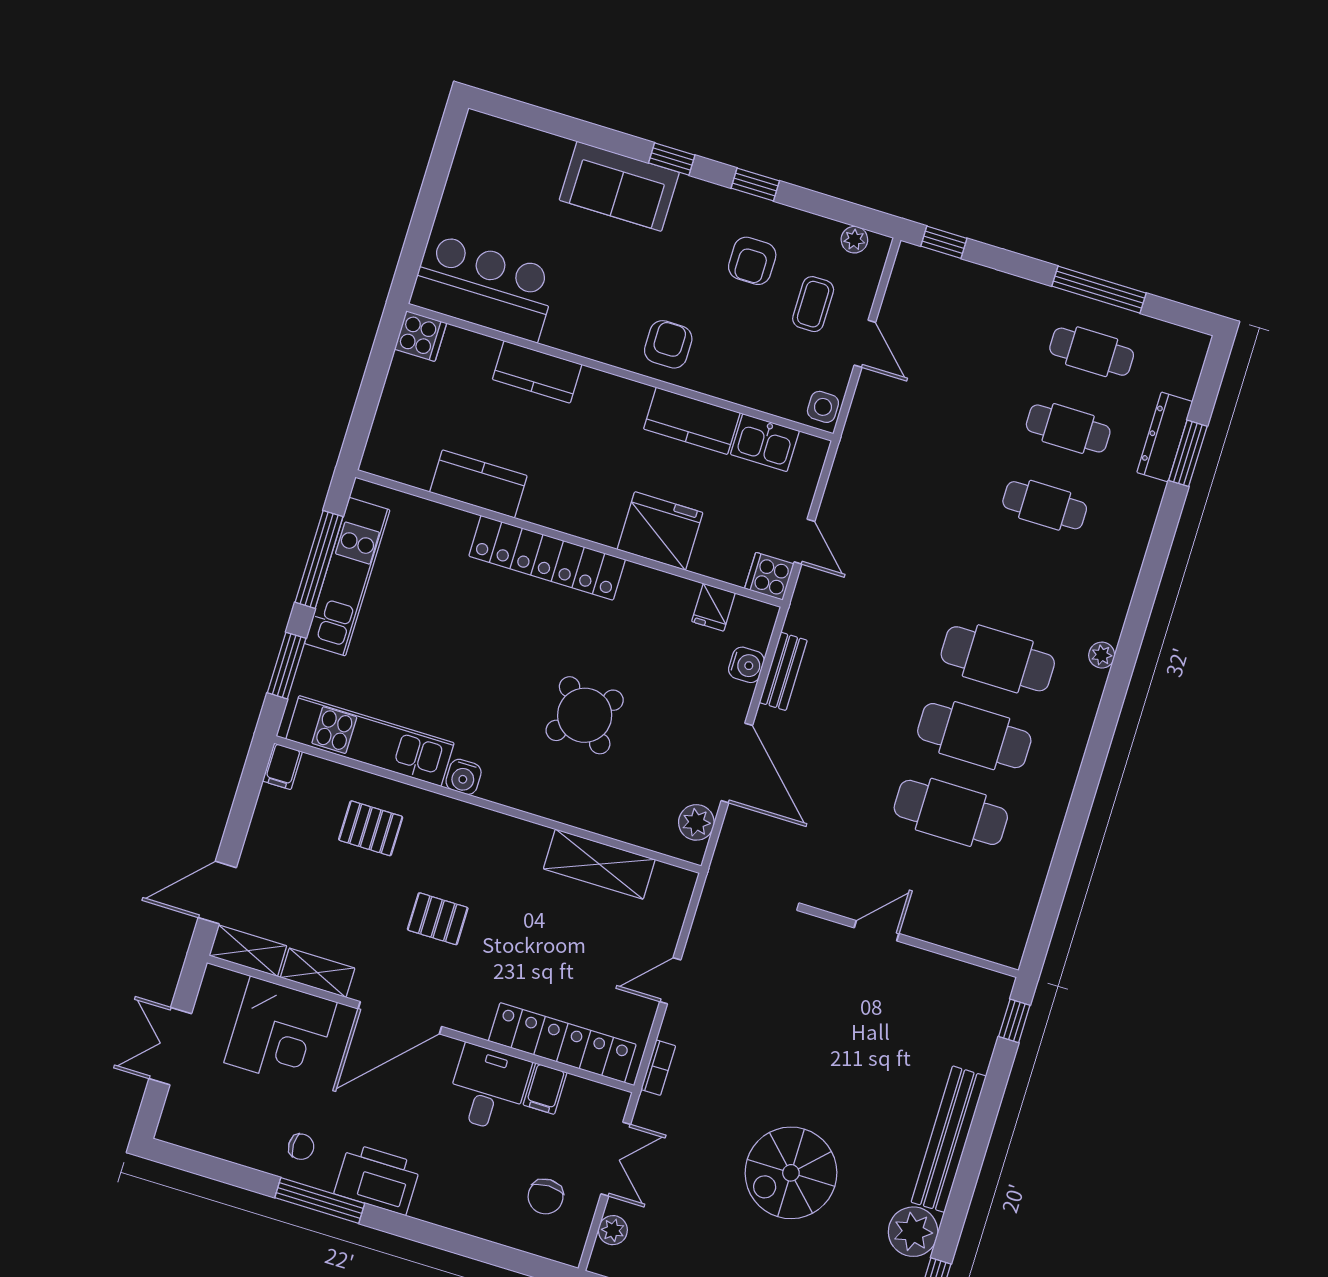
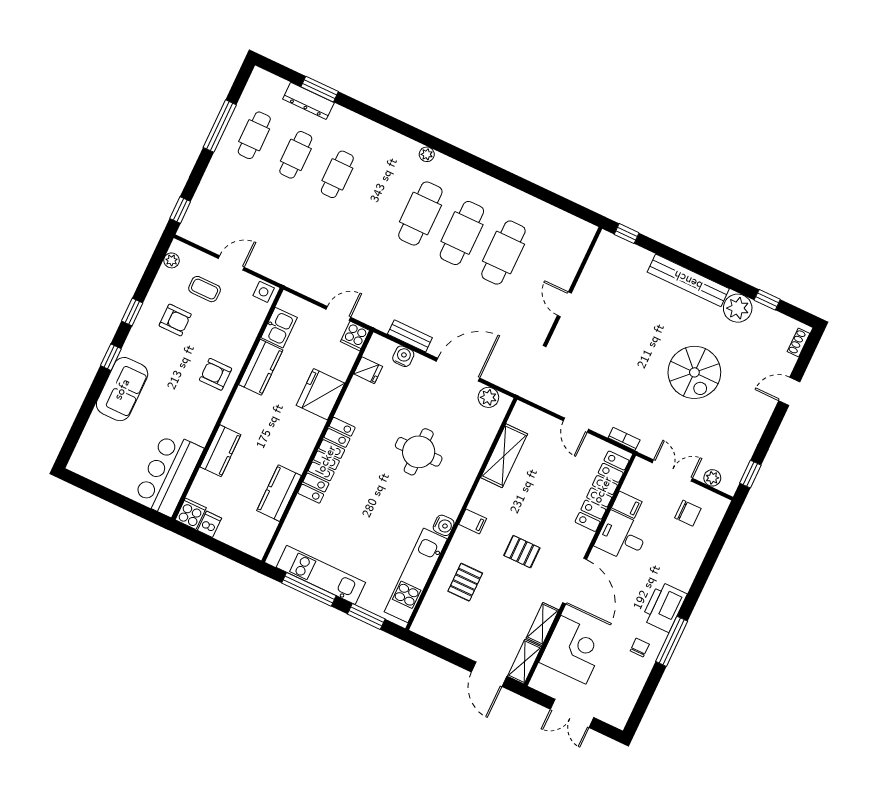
dishwasher: (407, 371) -> (209, 524), added
round table: (585, 715) -> (419, 452), turned 45
filing cabinet: (282, 766) -> (473, 521), moved
pallet: (438, 919) -> (522, 552), turned 90

